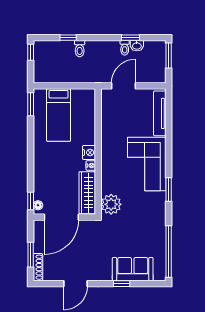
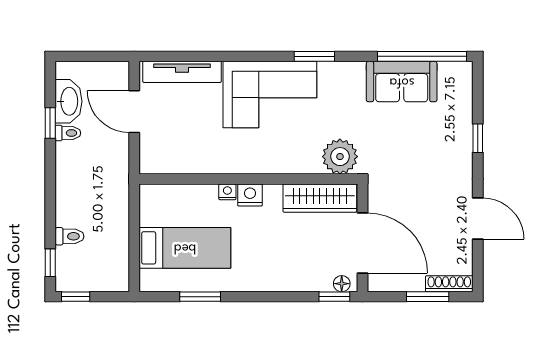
window: (68, 38) -> (50, 263), moved
washbasin: (137, 46) -> (68, 101), width x1.91, depth x1.45
toilet: (80, 49) -> (69, 236), moved
window: (169, 55) -> (81, 56), removed
door: (124, 86) -> (134, 112), moved
window: (31, 104) -> (200, 297), moved
nightstand: (91, 166) -> (227, 192), moved
sofa: (133, 269) -> (402, 82), moved, turned -90

